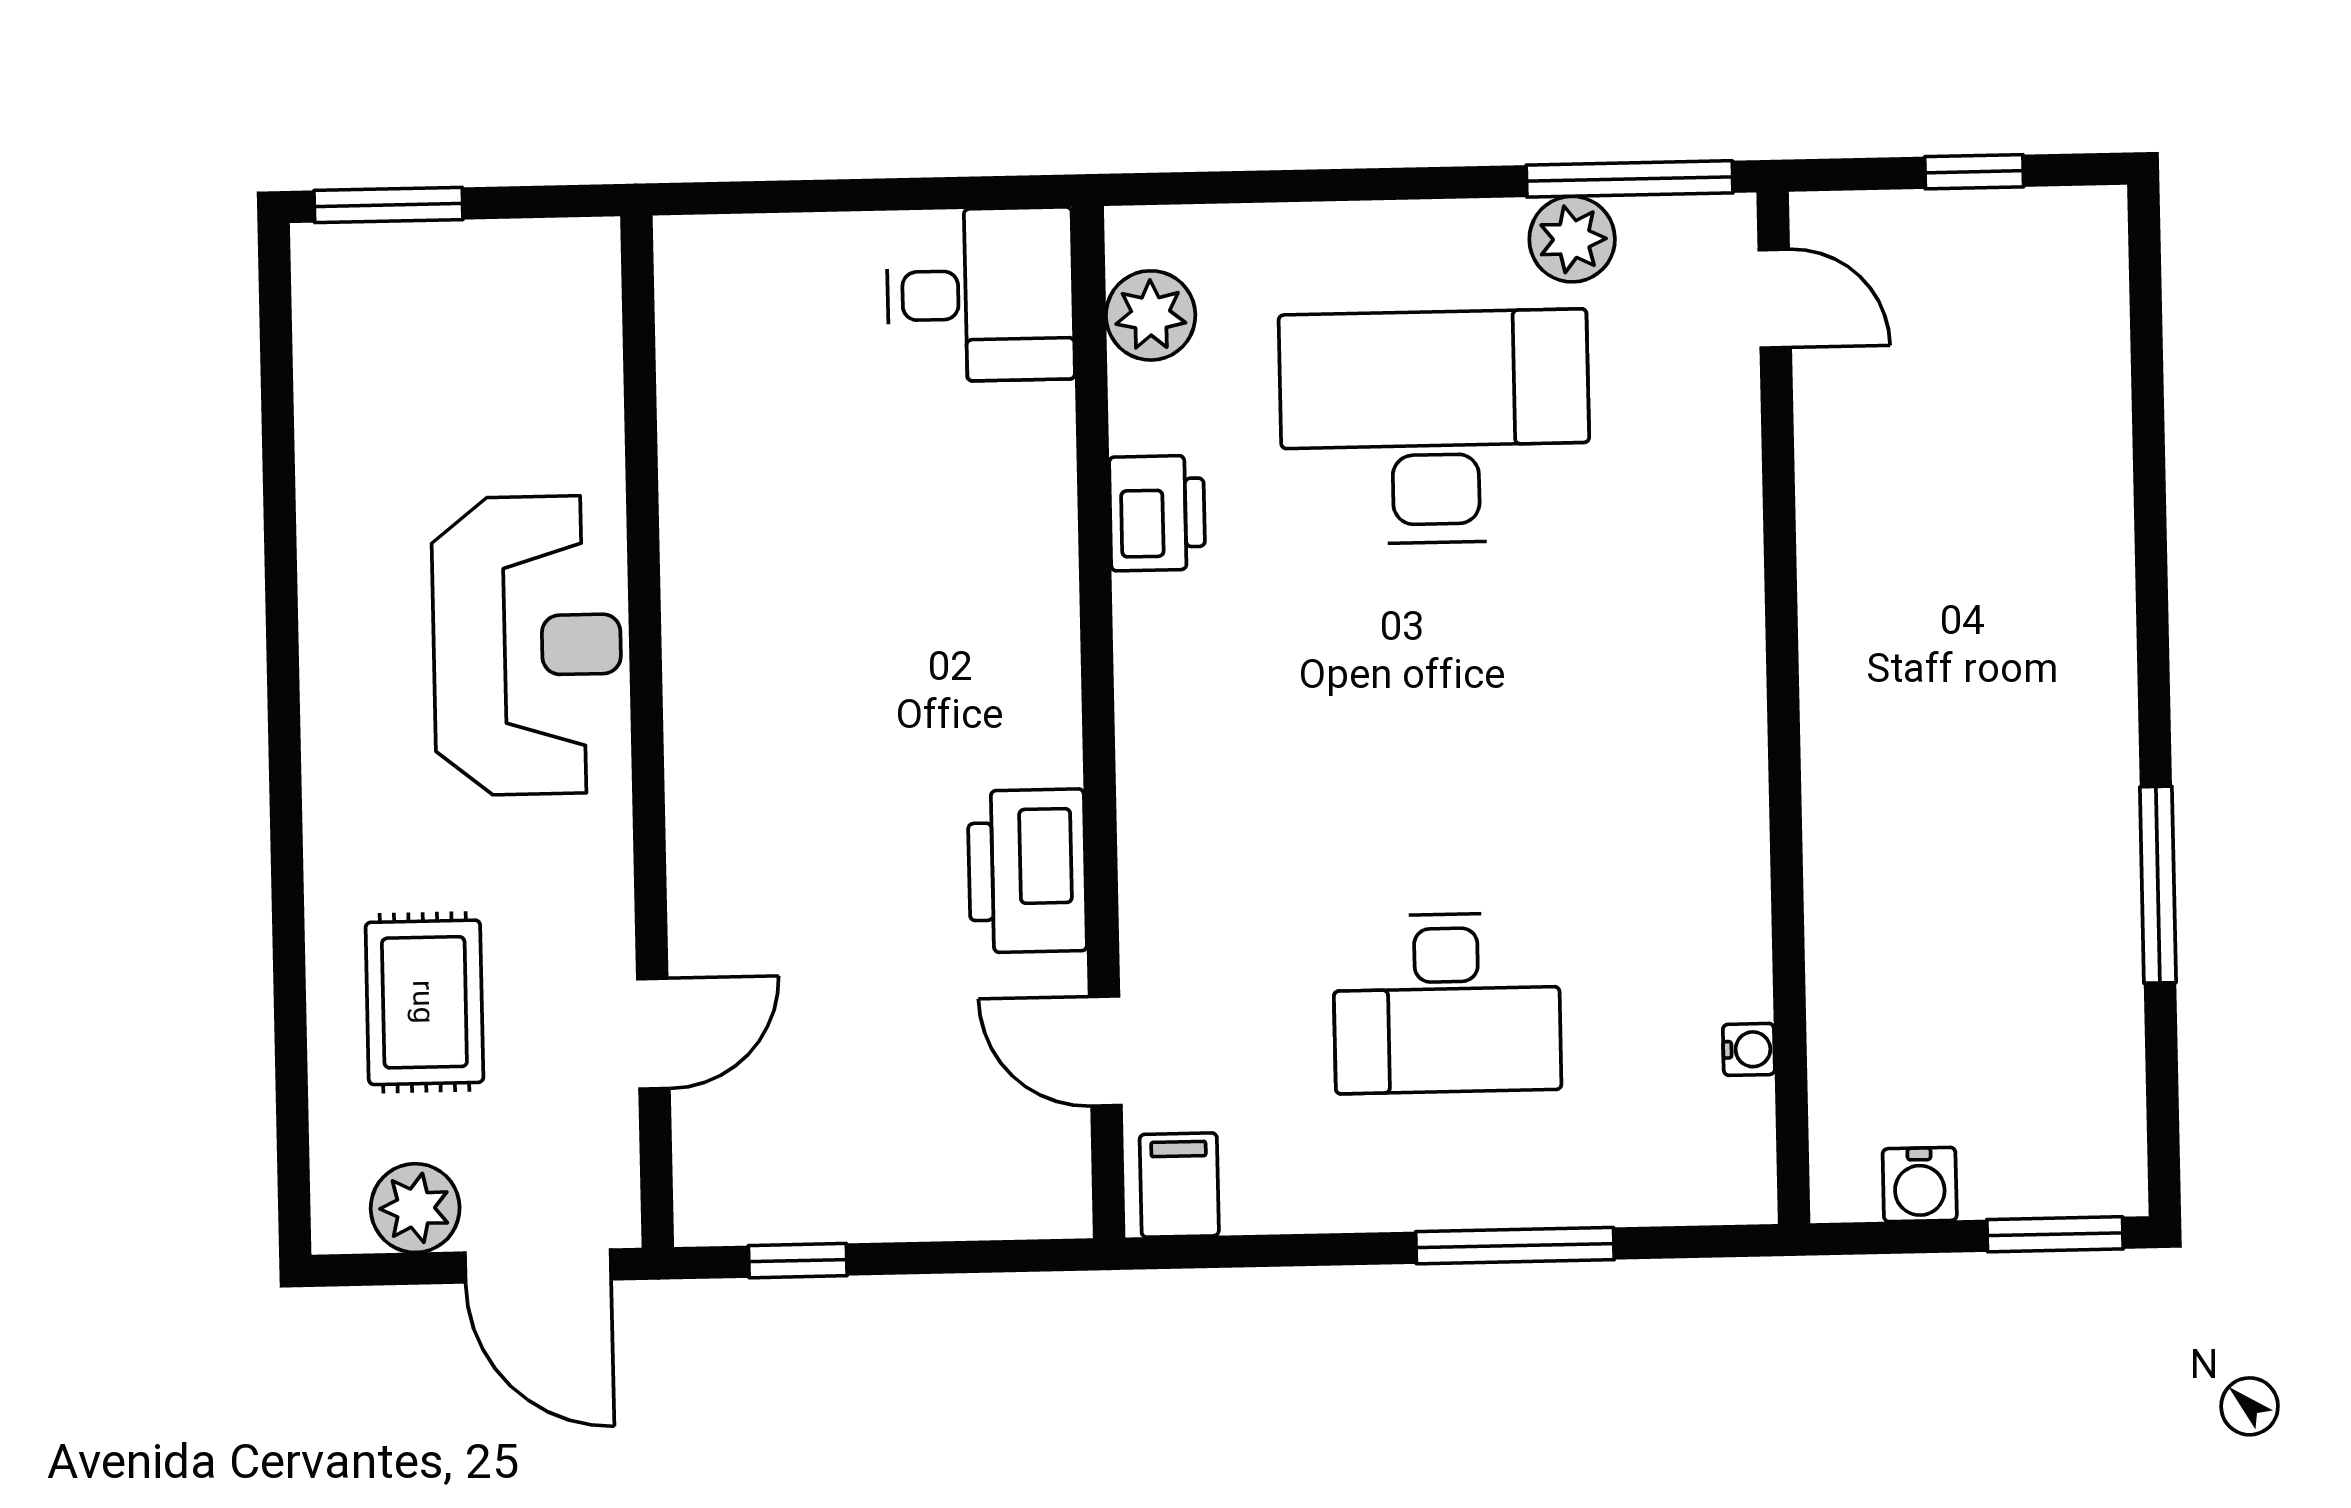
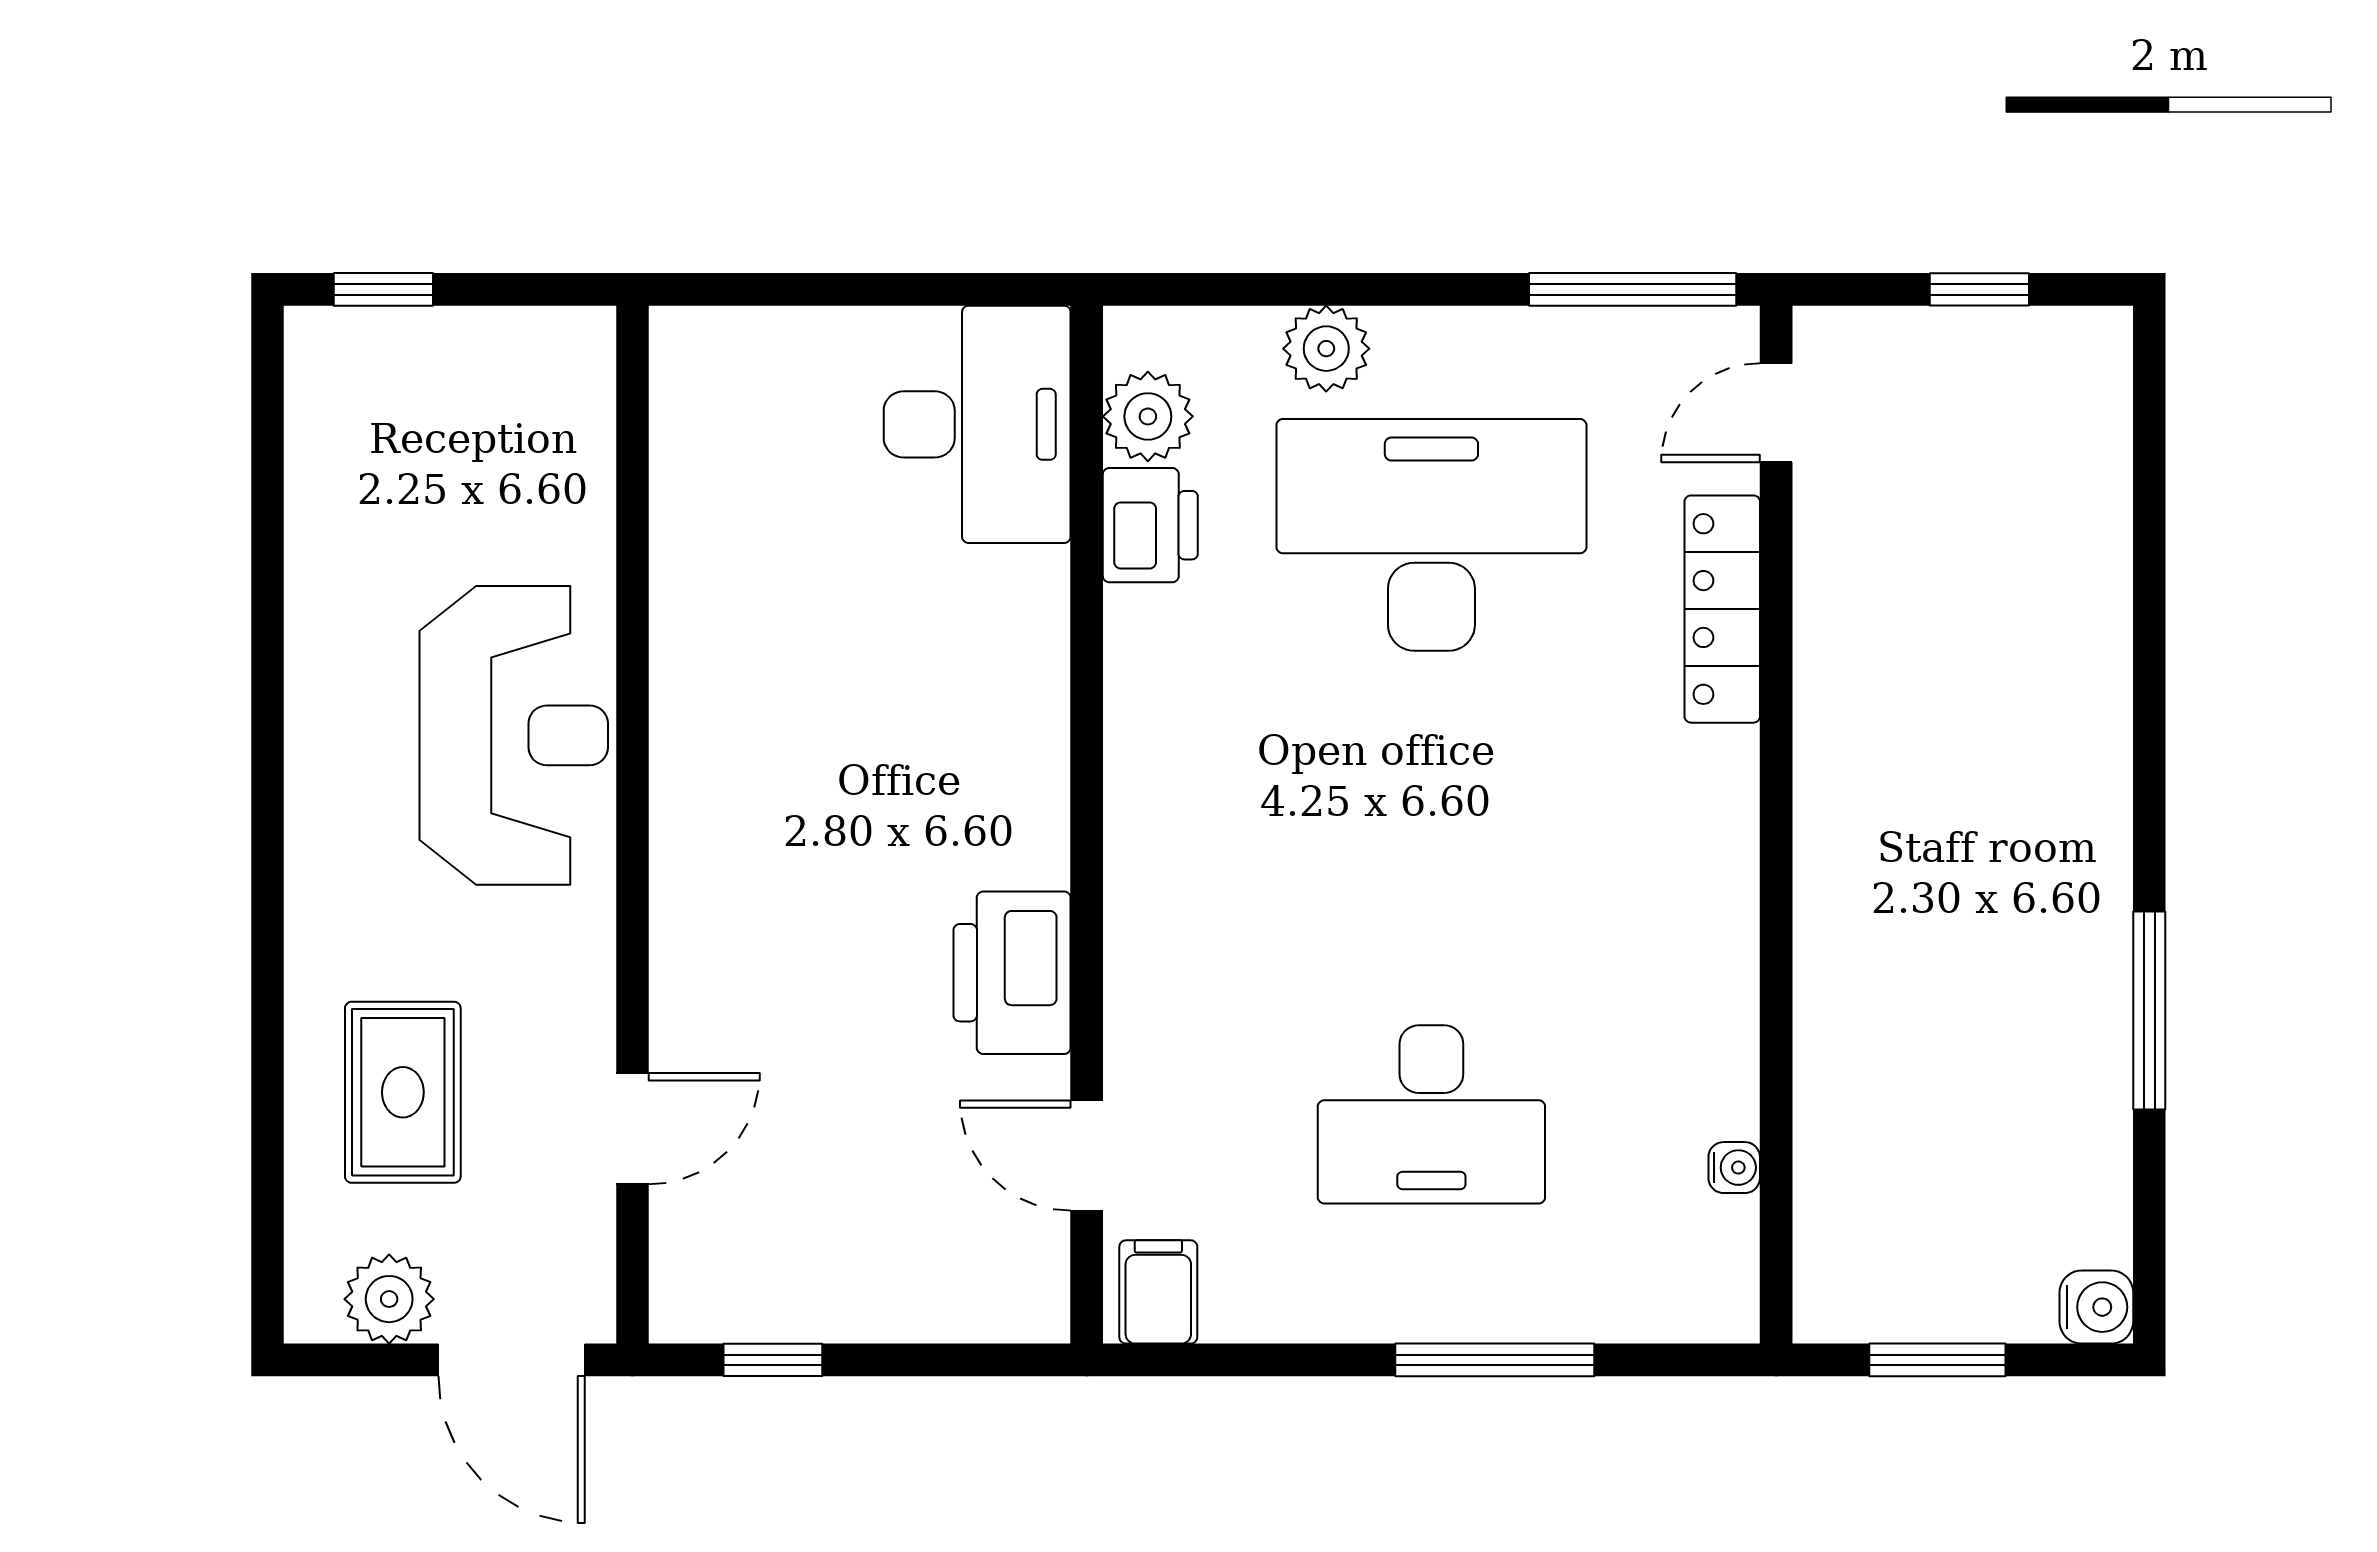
window: (388, 205) -> (383, 289), width x0.67
plant: (1572, 239) -> (1326, 349), moved
desk: (980, 295) -> (977, 424), width x1.37
door: (1775, 299) -> (1776, 413), swing flipped
locker: (1725, 495) -> (1722, 609), added
printer: (1157, 513) -> (1150, 525), moved
water cooler: (1920, 1185) -> (2096, 1307), moved, turned -90
window: (2055, 1234) -> (1937, 1360), moved

